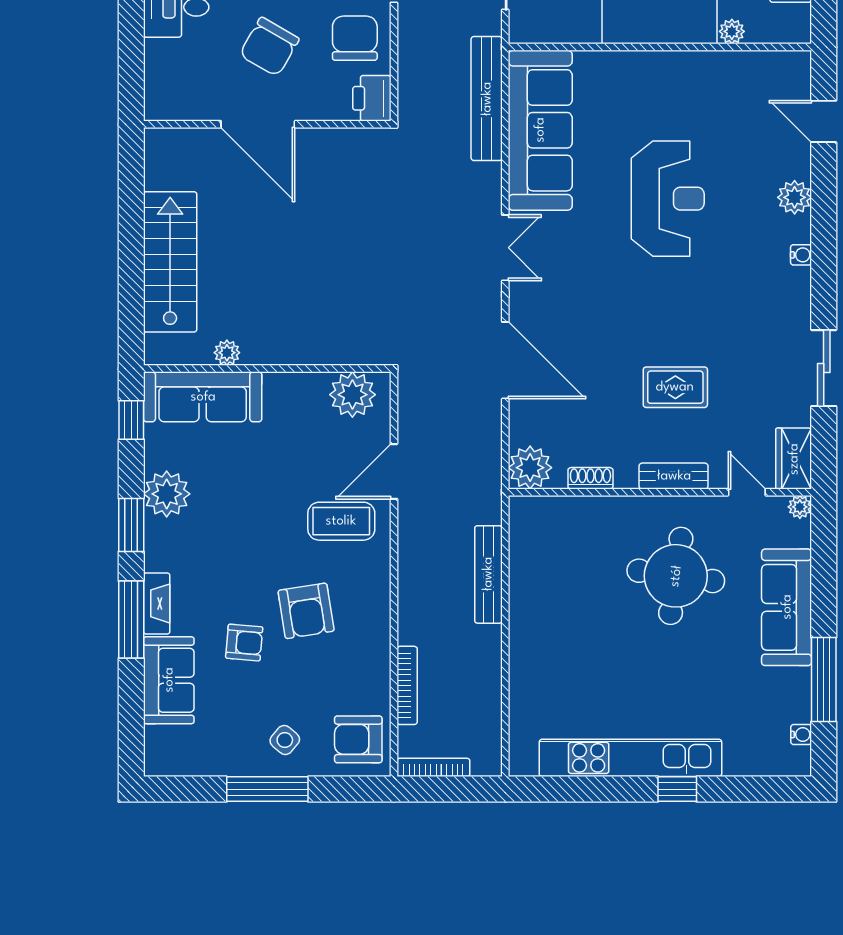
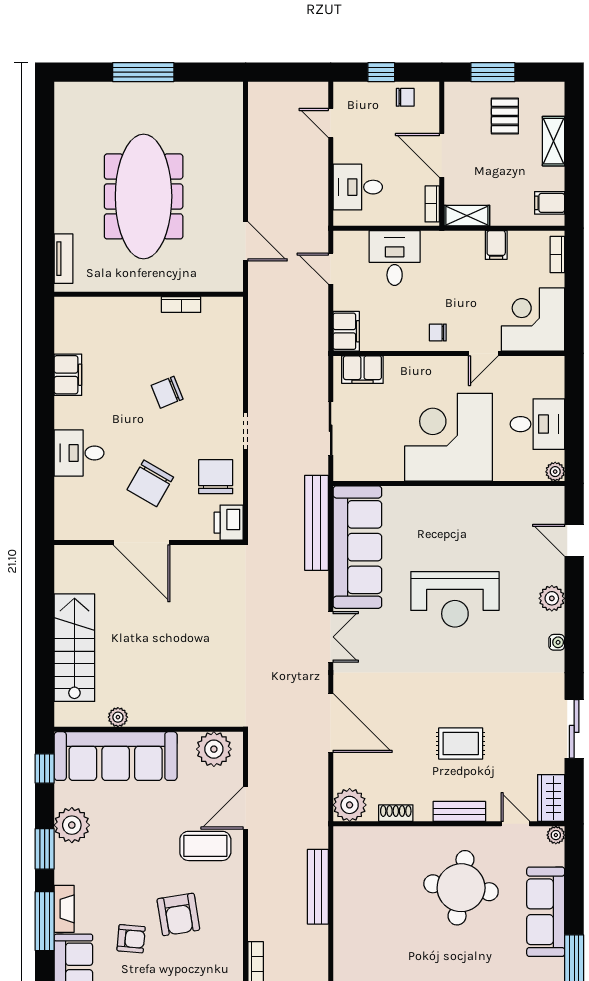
plant: (732, 31) -> (555, 472), moved
reception desk: (668, 199) -> (455, 599), turned 90
sofa: (203, 397) -> (116, 756), width x1.36, depth x1.27

